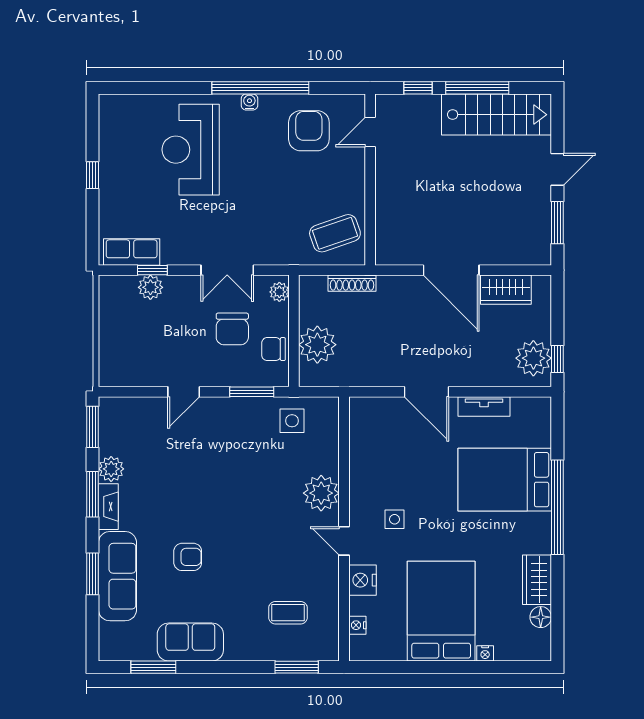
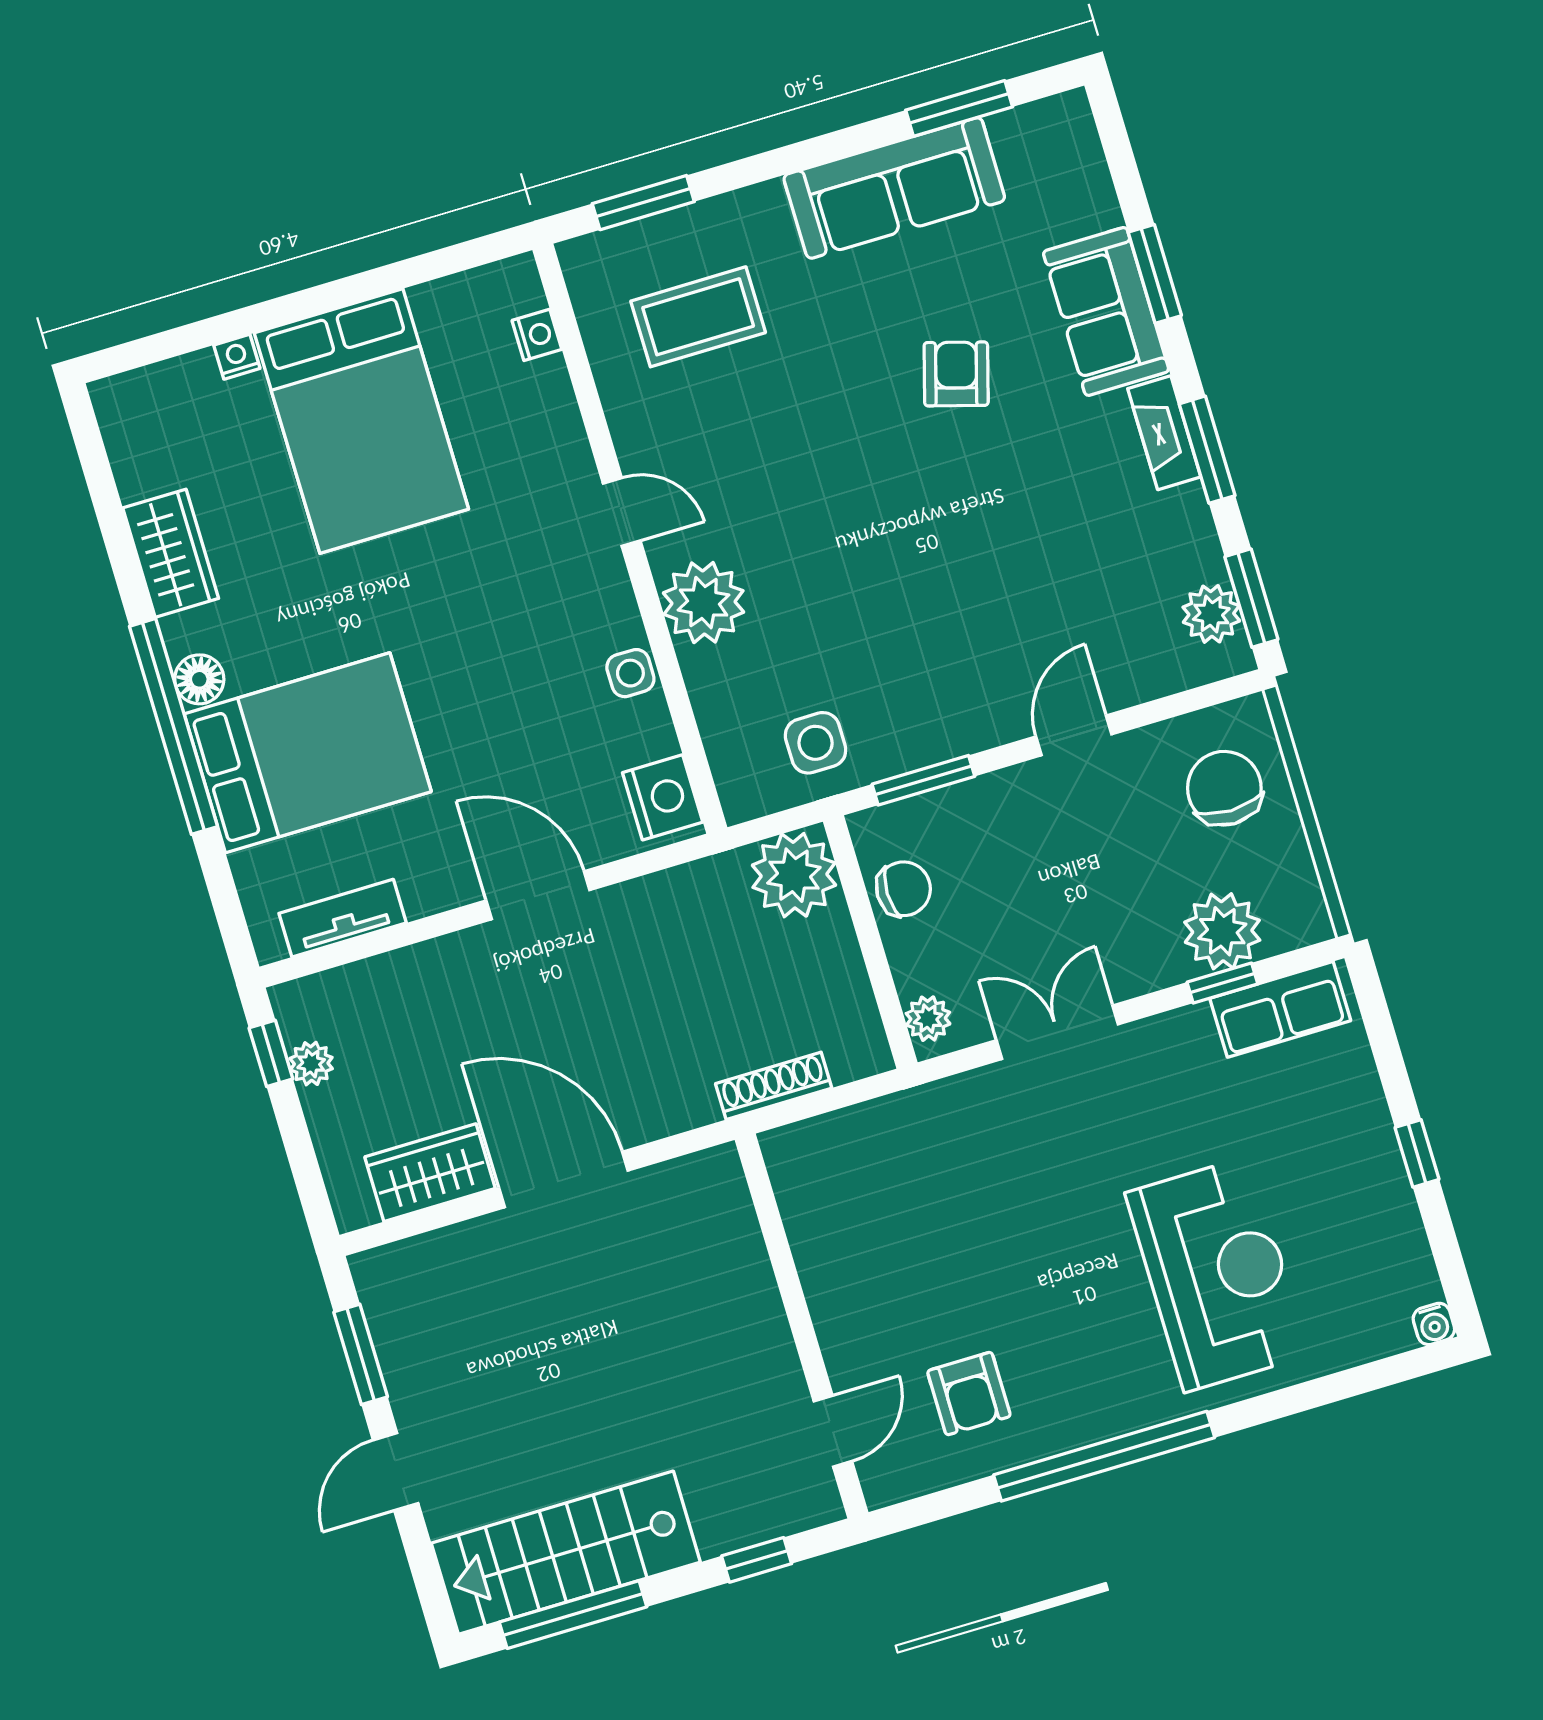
window: (477, 88) -> (573, 1615), moved
water cooler: (249, 102) -> (1434, 1324), moved
armchair: (309, 131) -> (969, 1394), width x0.72, depth x0.72
coffee table: (335, 233) -> (844, 1185), removed
plant: (150, 287) -> (1222, 931), width x1.36, depth x1.36
chair: (232, 329) -> (1224, 788), moved
plant: (317, 345) -> (794, 875), moved
plant: (533, 358) -> (311, 1064), width x0.53, depth x0.53
tv unit: (484, 406) -> (343, 918), moved
plant: (111, 469) -> (1211, 614), moved
side table: (395, 519) -> (630, 673), moved
armchair: (188, 557) -> (956, 374), turned 106
sofa: (117, 576) -> (1106, 311), width x0.73
nightstand: (362, 580) -> (663, 797), moved
coffee table: (288, 613) -> (698, 317), width x1.36, depth x1.30
floor lamp: (541, 617) -> (199, 679), moved
sofa: (190, 642) -> (894, 188), width x1.36

